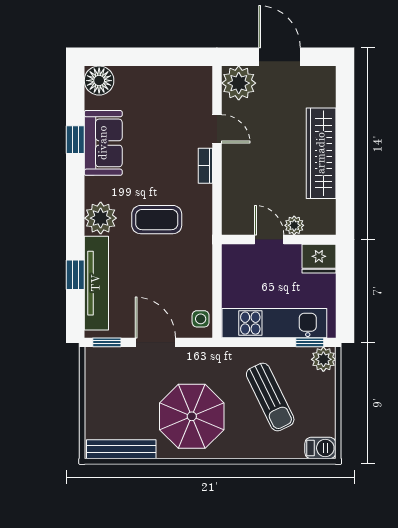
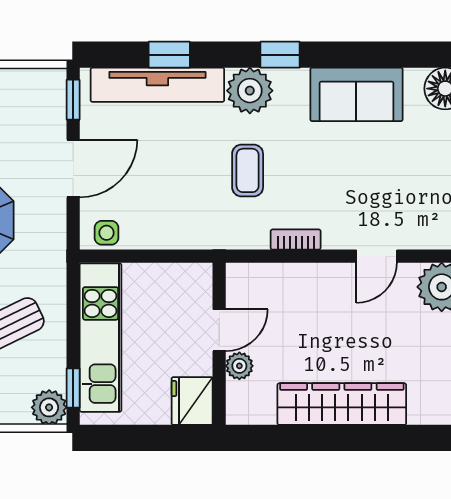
window: (75, 140) -> (280, 55), moved
bookcase: (205, 166) -> (296, 239), moved
coffee table: (157, 220) -> (248, 170), width x0.73, depth x0.77

